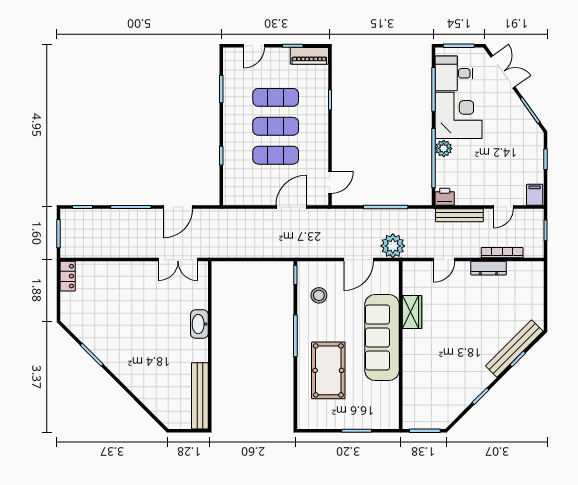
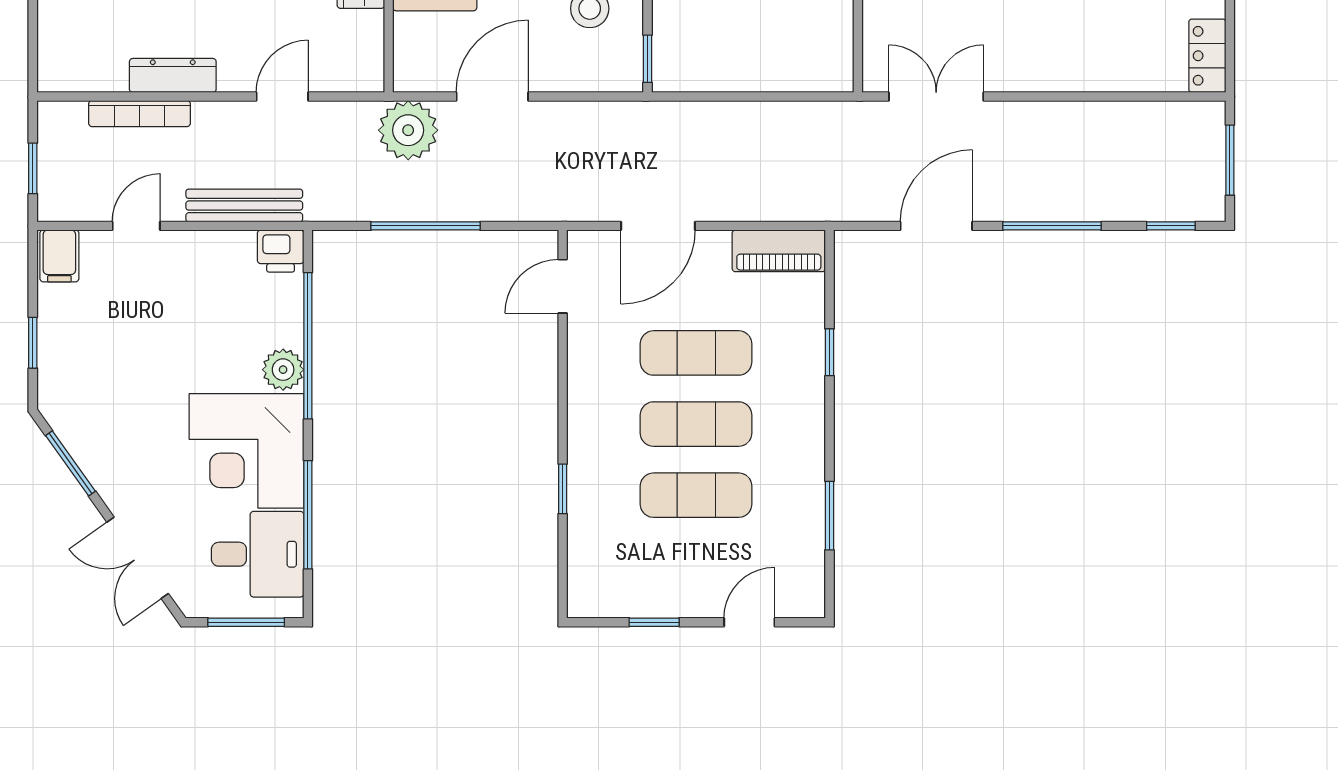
piano: (309, 56) -> (779, 251), moved, turned 180

